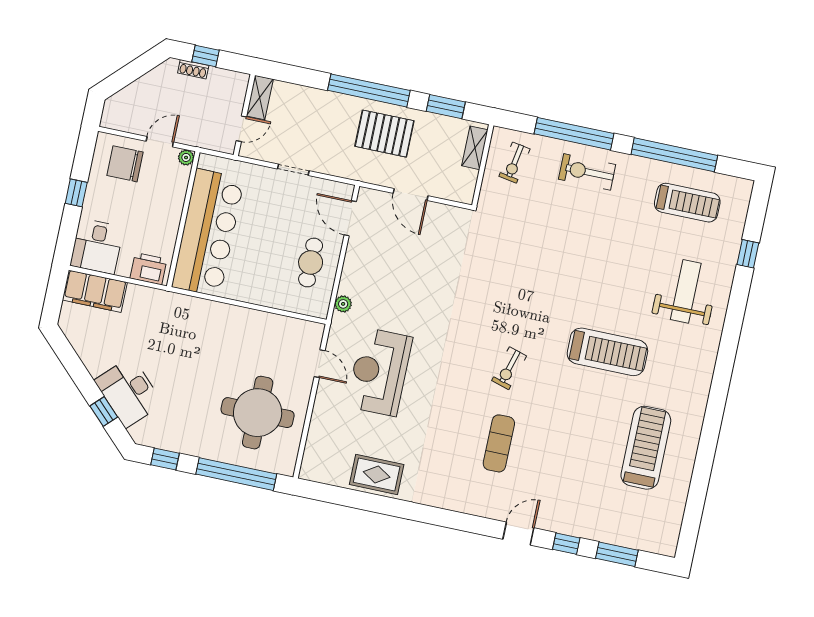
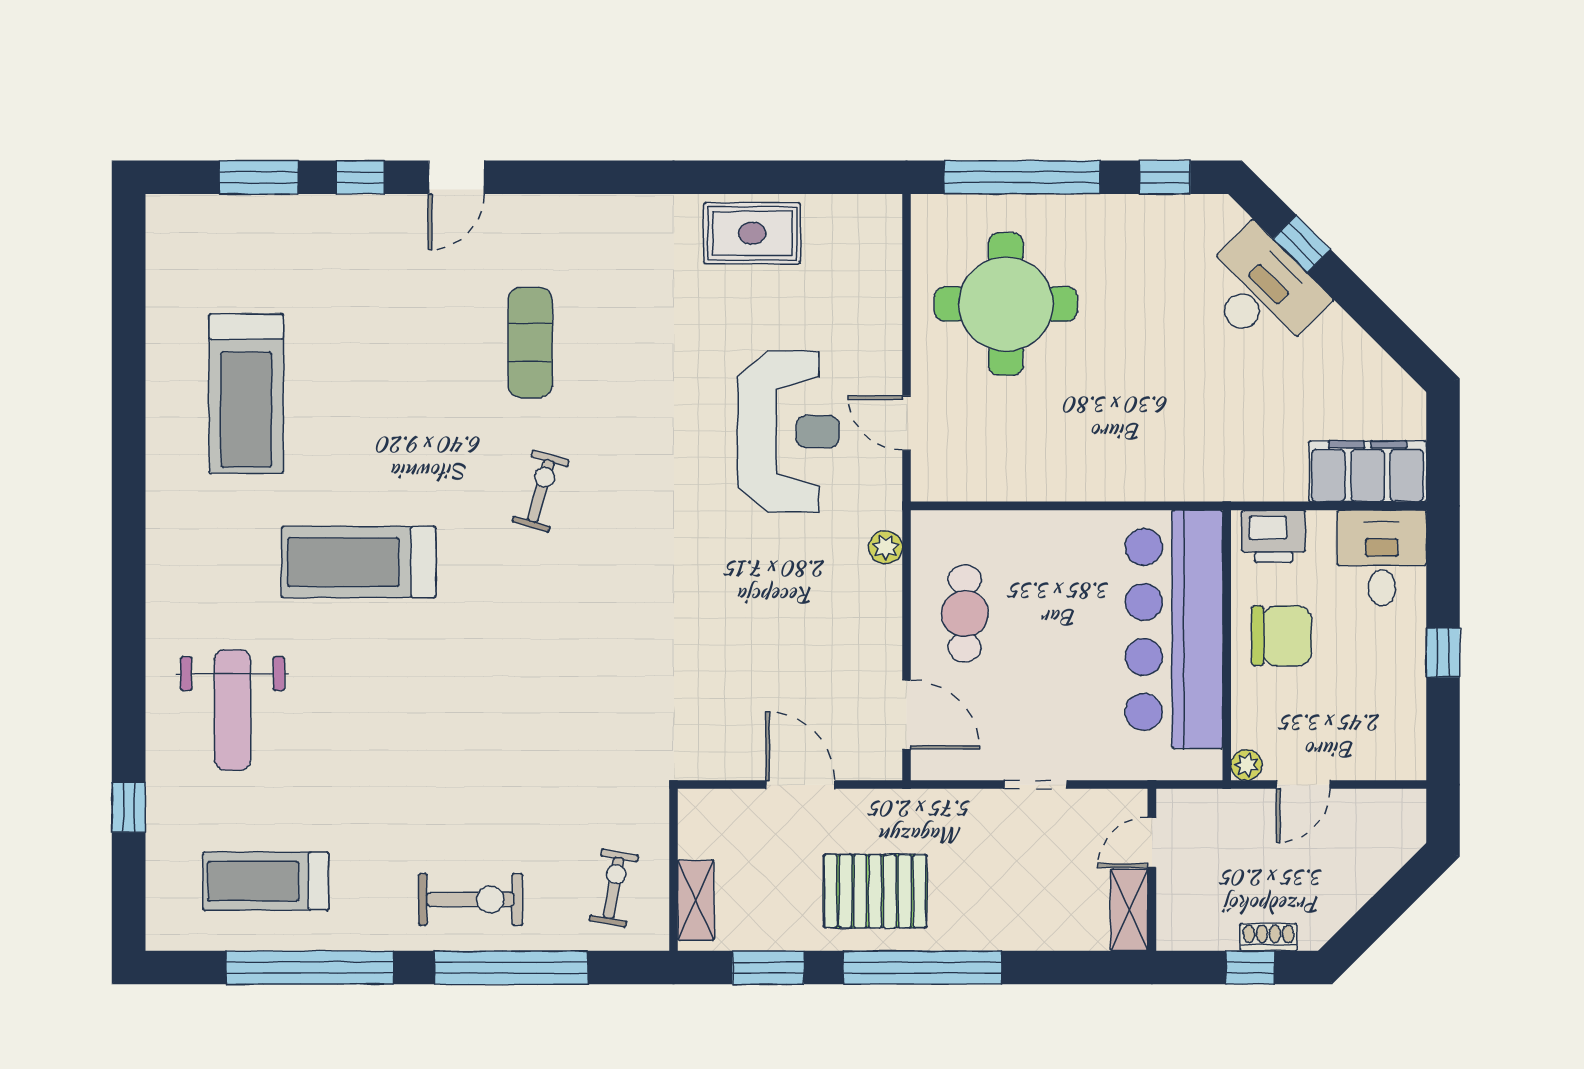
chair: (125, 164) -> (1282, 636), moved

